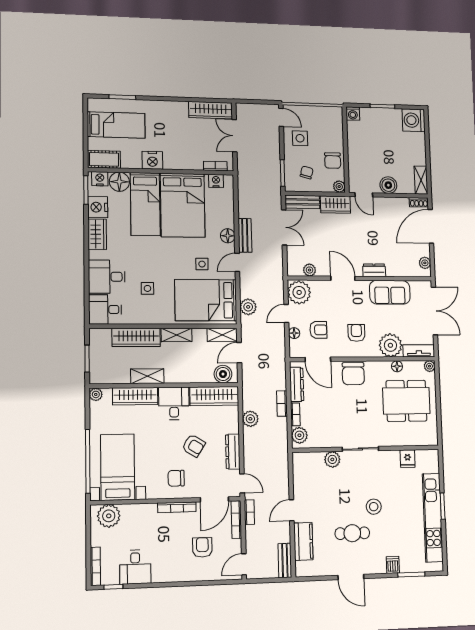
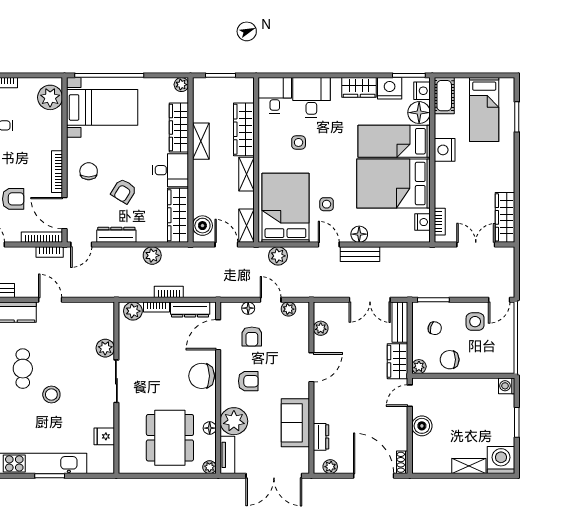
shelving: (421, 180) -> (469, 466), moved
dresser: (374, 270) -> (321, 437), moved
plant: (299, 292) -> (288, 309), width x0.53, depth x0.53

